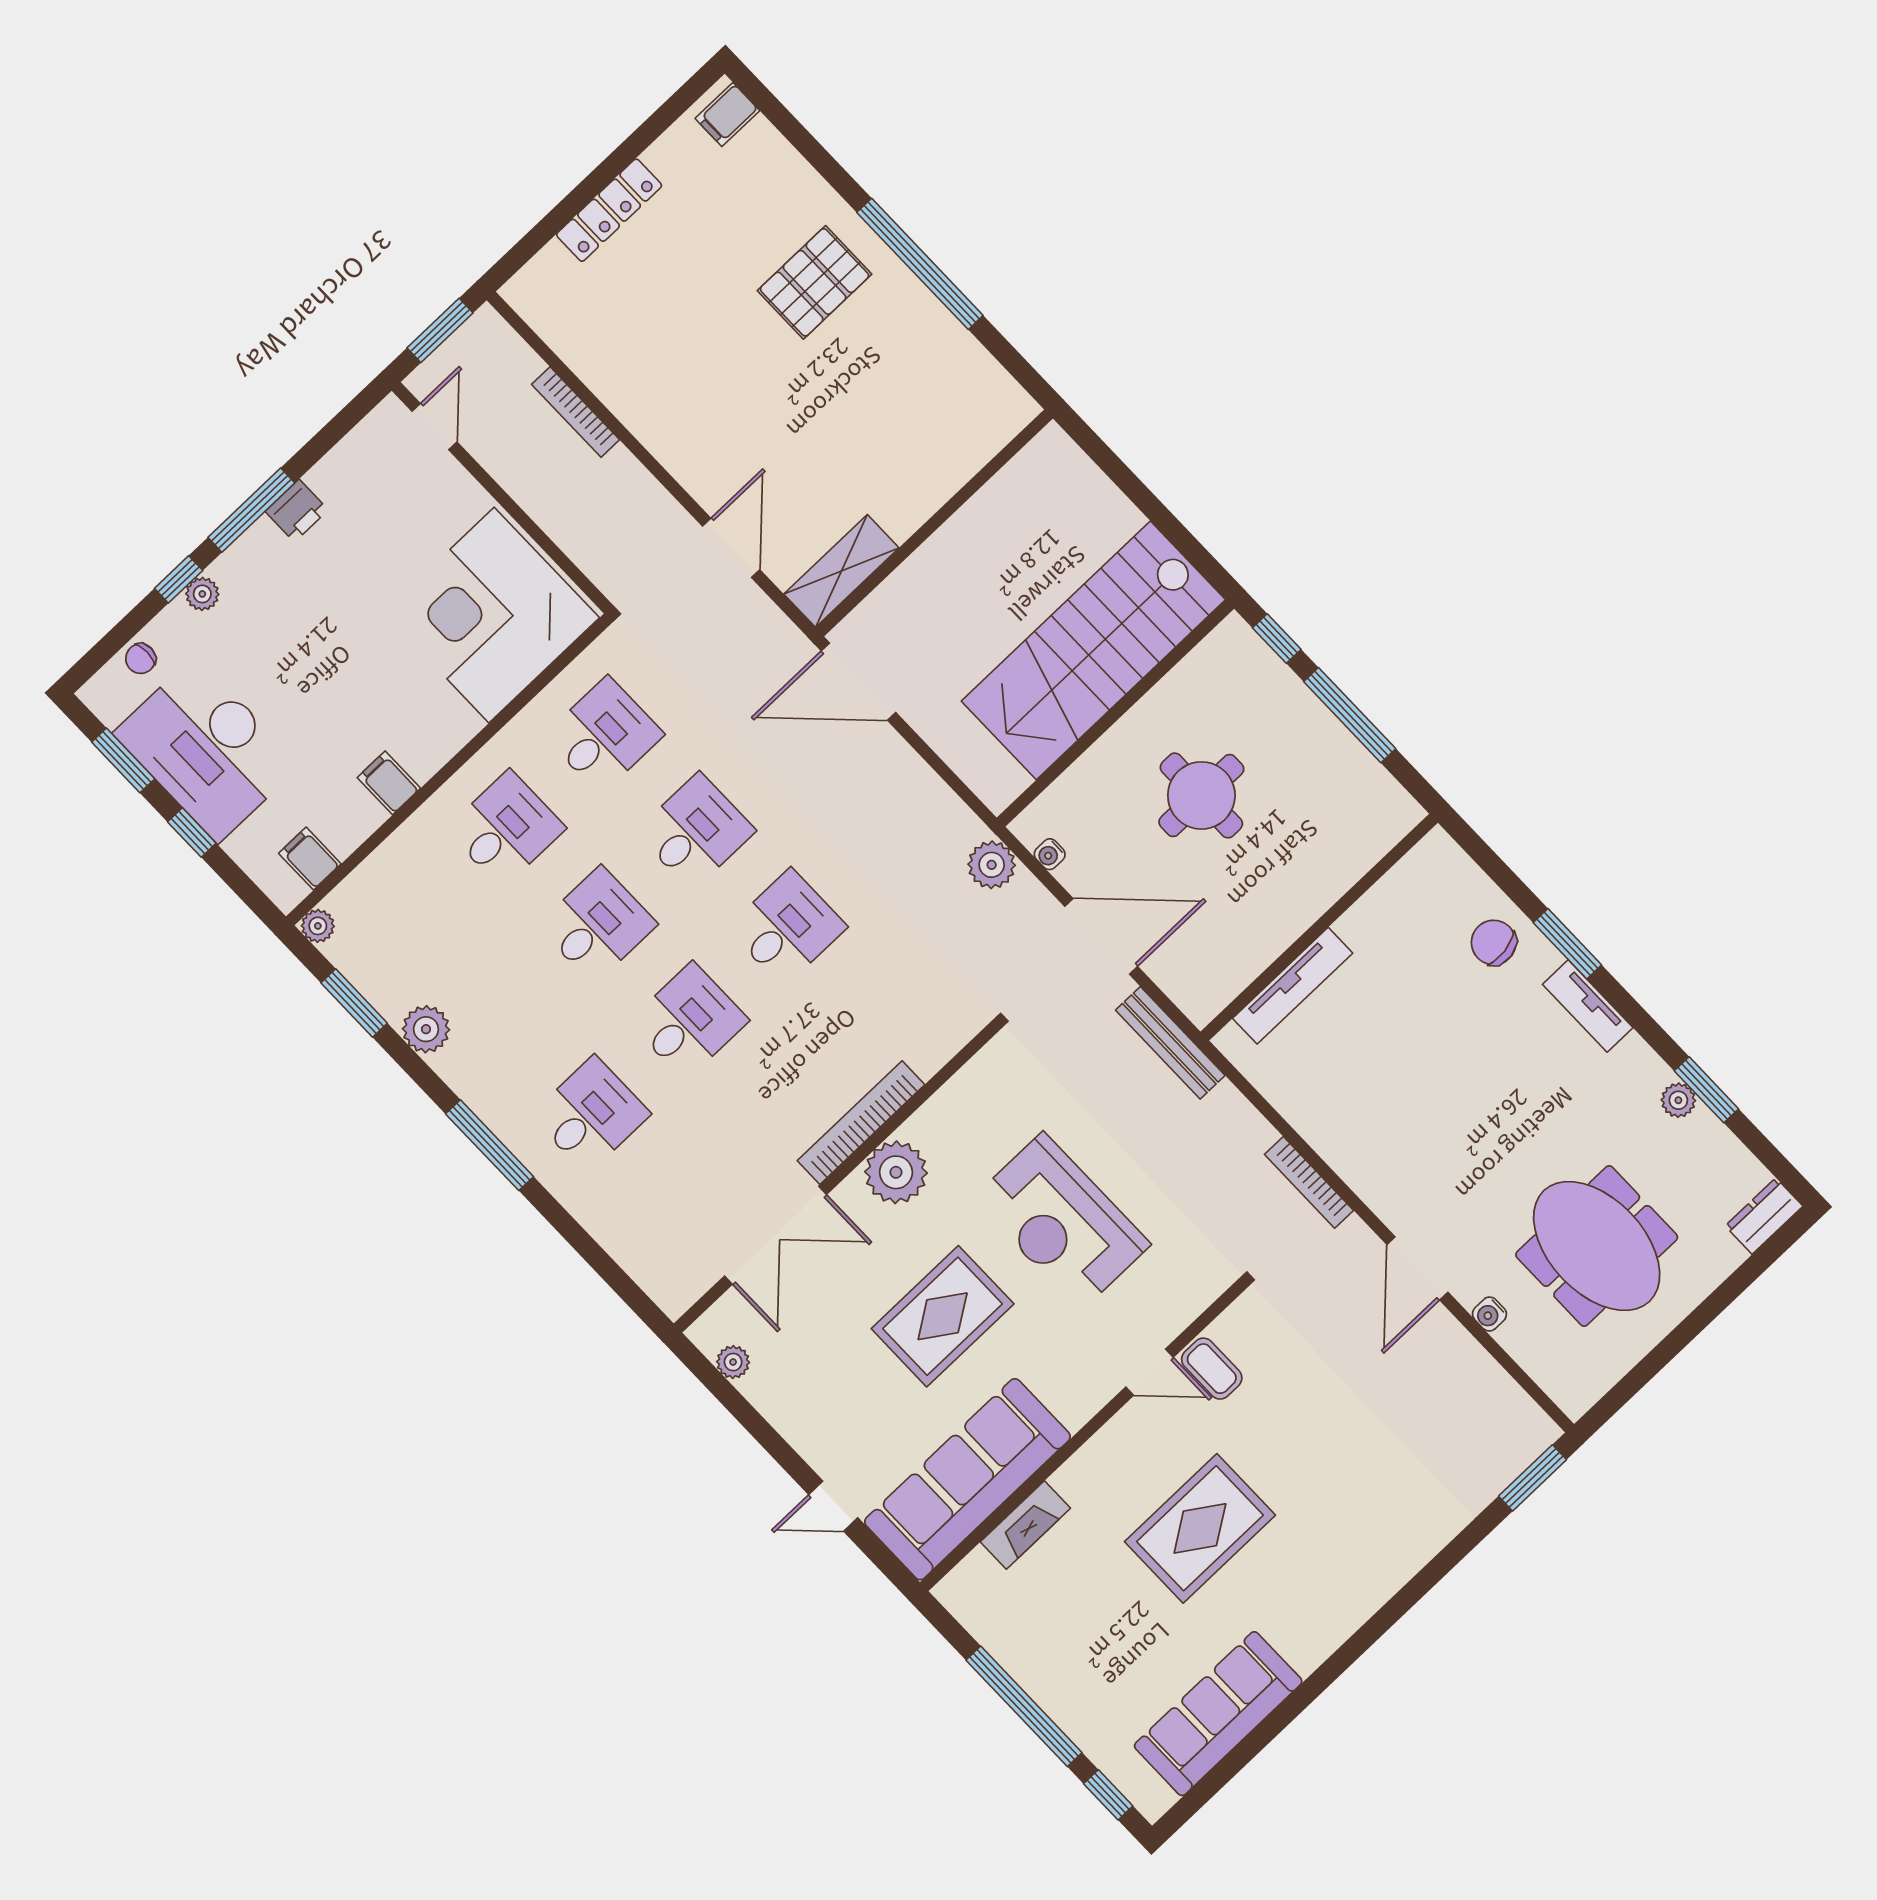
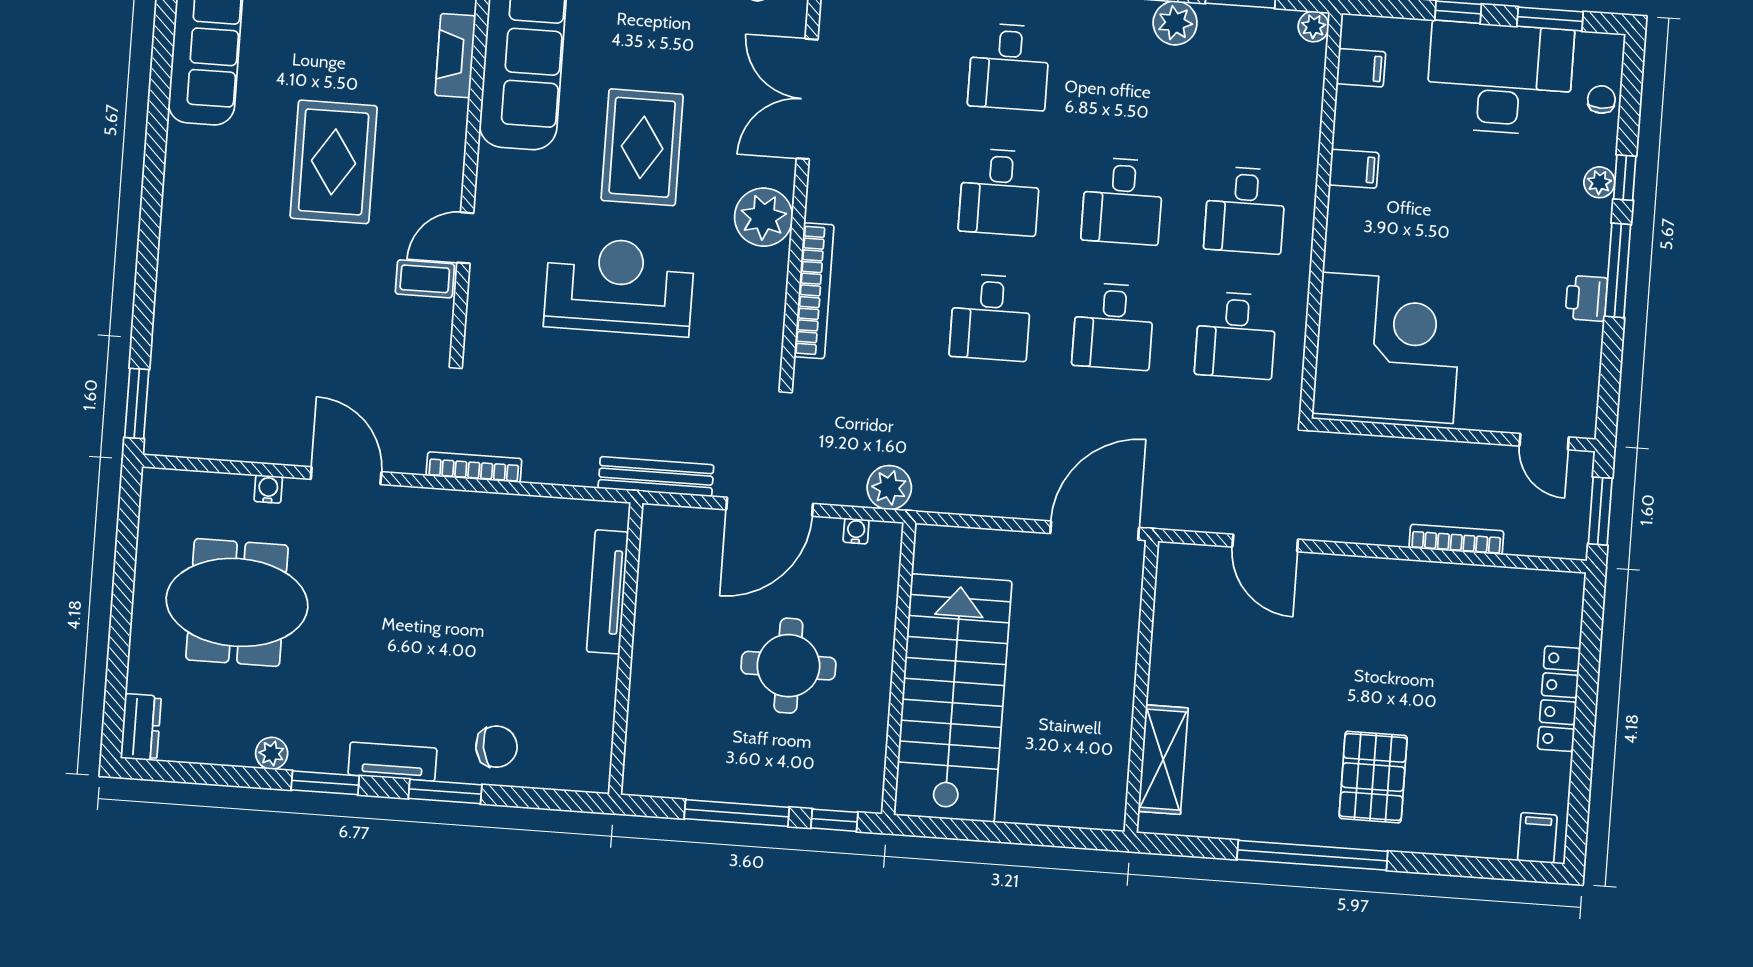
shelving: (841, 571) -> (1163, 760), moved
window: (1706, 1090) -> (325, 783), moved
bookcase: (861, 1123) -> (814, 291), moved

